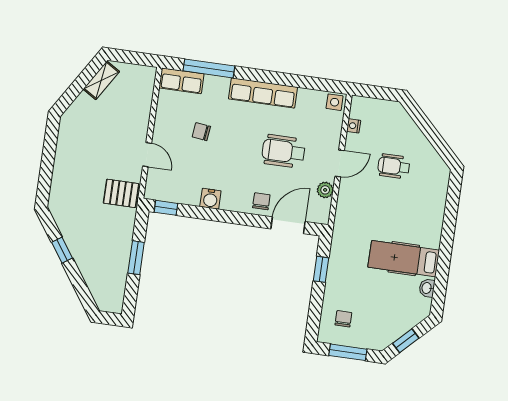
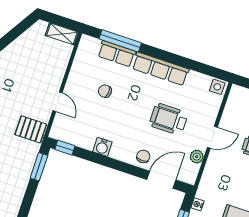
shelving: (101, 80) -> (62, 34), moved, turned 58
row of seats: (182, 81) -> (117, 54), moved
nightstand: (354, 126) -> (197, 204), moved
window: (136, 258) -> (39, 167), moved

